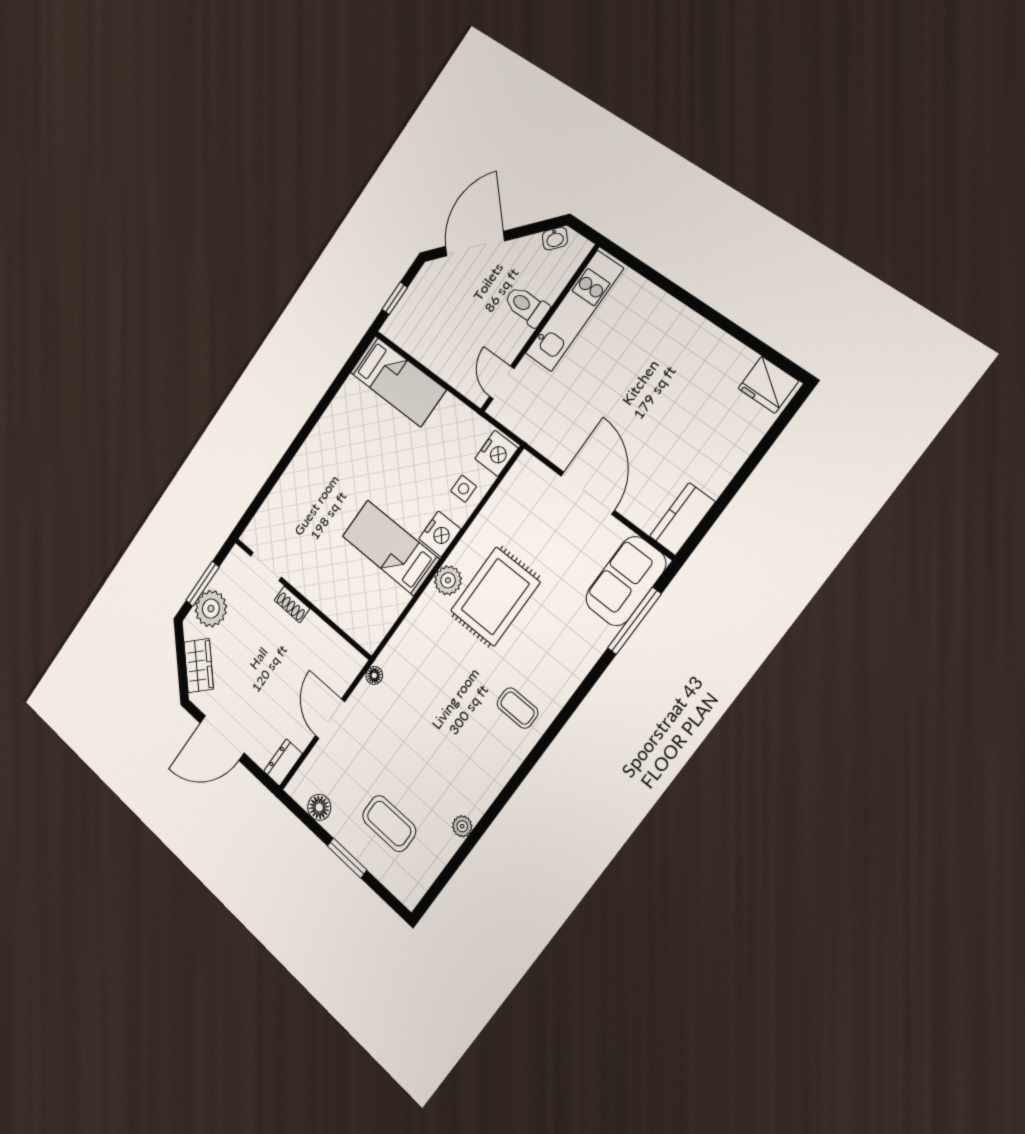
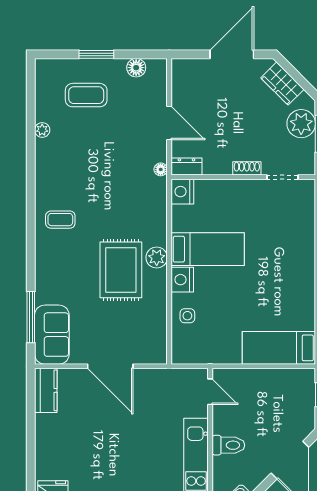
nightstand: (496, 453) -> (182, 192), moved
dresser: (283, 762) -> (186, 167), moved, turned -90

